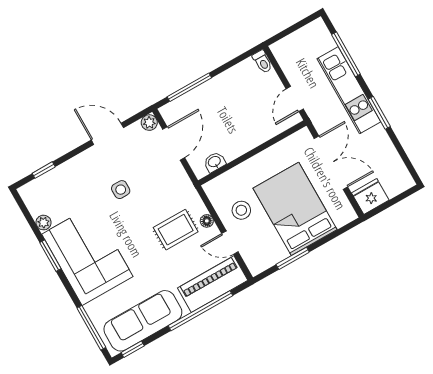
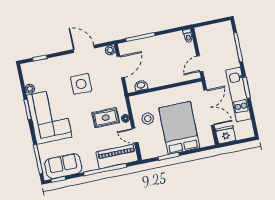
kitchen unit: (349, 90) -> (238, 94), moved
side table: (121, 190) -> (81, 84), width x1.87, depth x1.87
sofa: (143, 321) -> (63, 166), width x0.73

